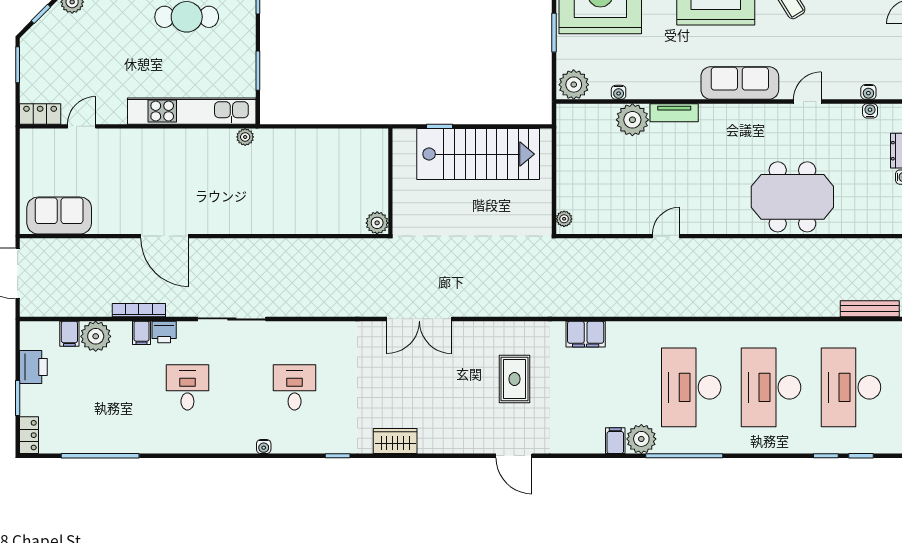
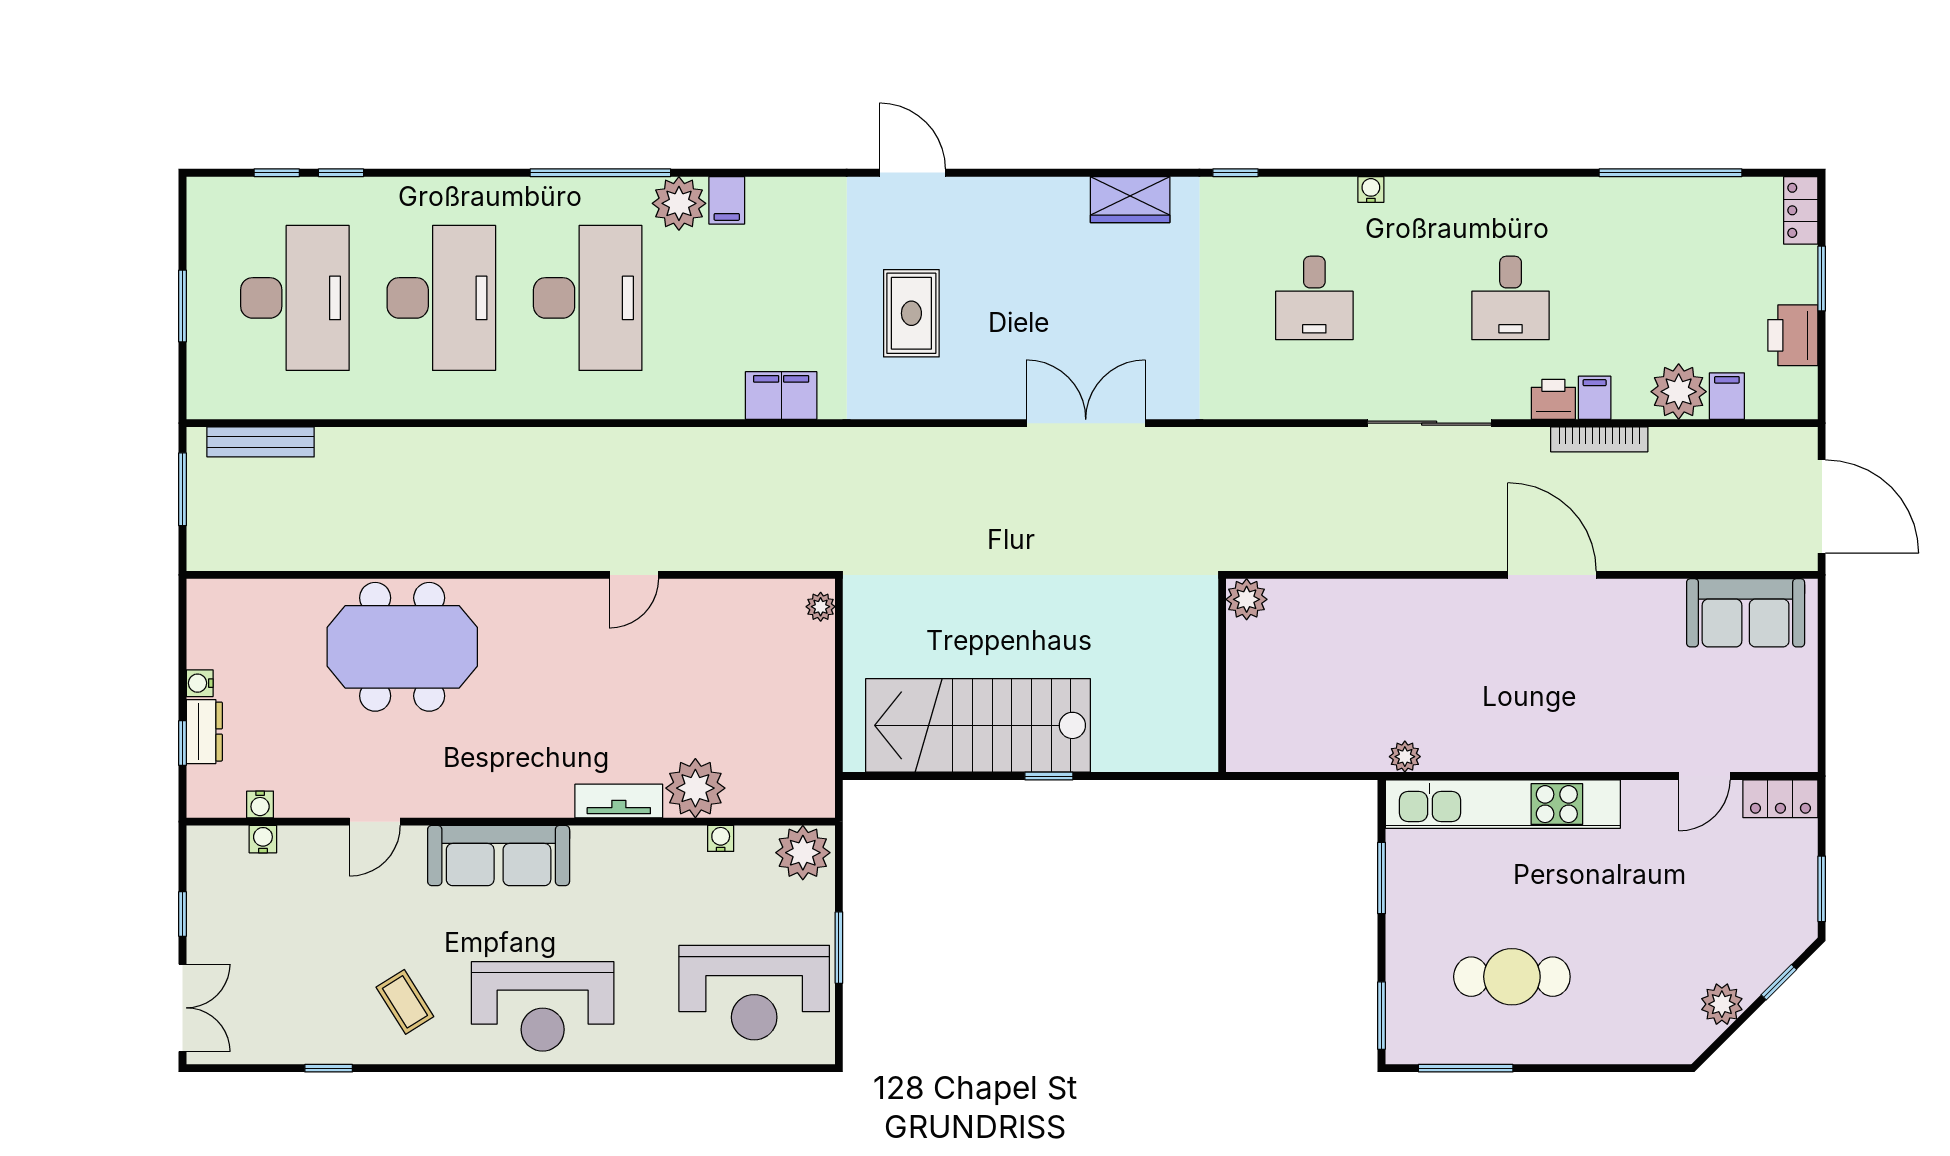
wall: (390, 181) -> (1222, 675), moved
plant: (377, 223) -> (1247, 599), moved

